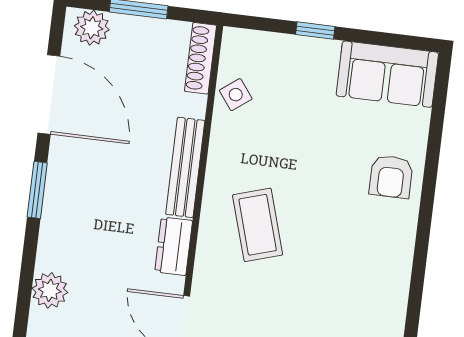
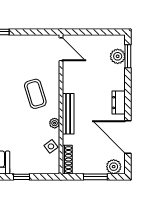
plant: (220, 149) -> (55, 123), added
window: (37, 190) -> (128, 56), moved
dresser: (174, 246) -> (119, 103), moved, turned 180

